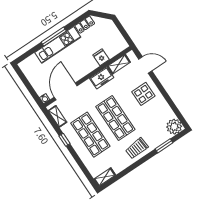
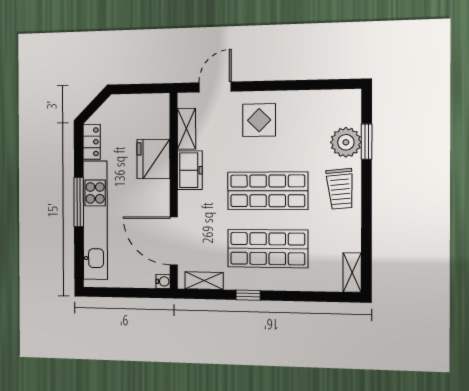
kitchen unit: (58, 45) -> (95, 220), width x1.36
fridge: (101, 57) -> (153, 159), width x1.88, depth x1.34
plant: (174, 127) -> (346, 142), moved

